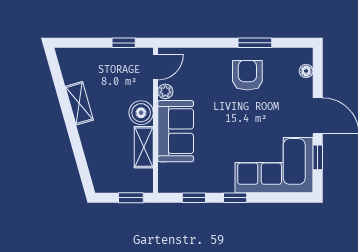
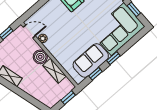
door: (156, 67) -> (29, 32), hinge flipped
sofa: (176, 131) -> (91, 61), moved, turned -90

